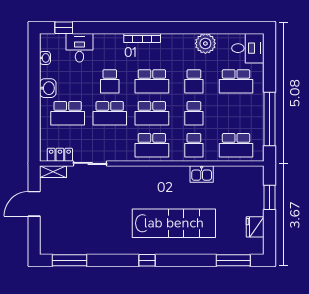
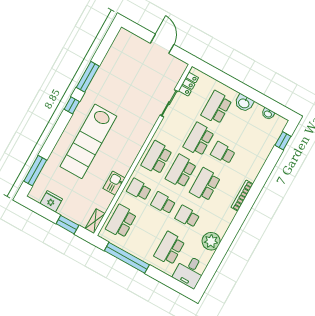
desk: (79, 48) -> (261, 144), removed
shelving: (53, 172) -> (95, 221), moved
window: (69, 260) -> (88, 77), moved

